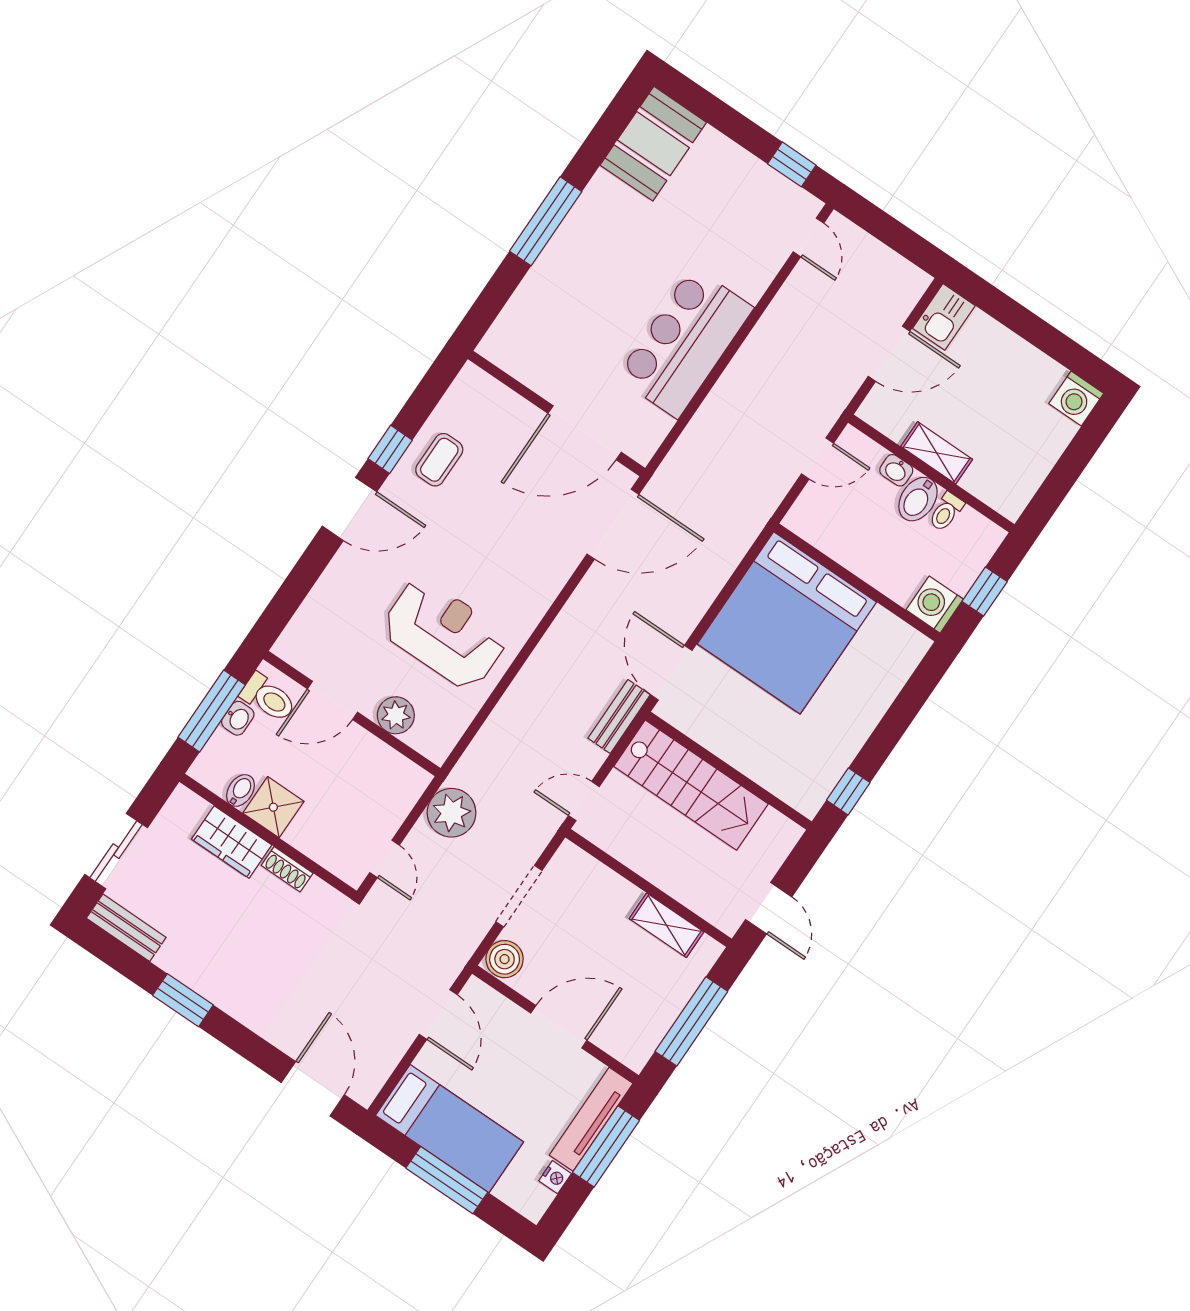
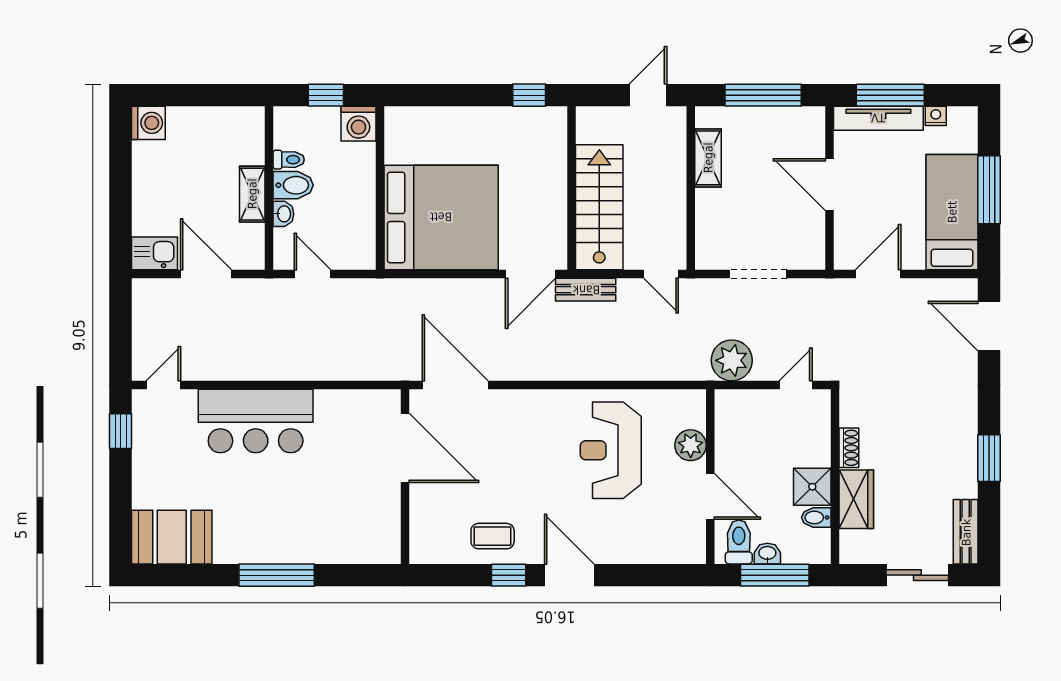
bar counter: (685, 343) -> (256, 421), moved
boiler: (505, 959) -> (808, 254), removed
door: (313, 1089) -> (989, 326), hinge flipped

